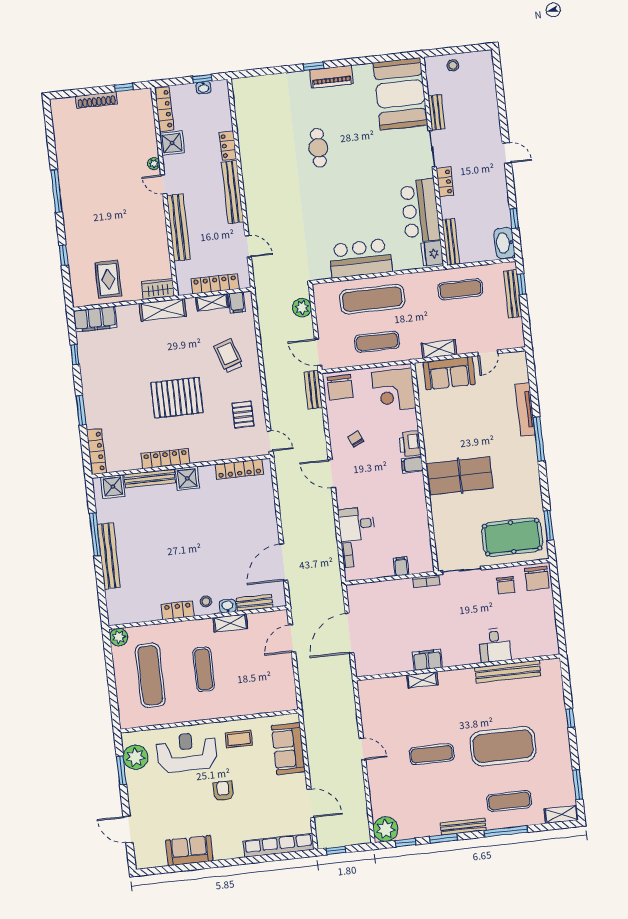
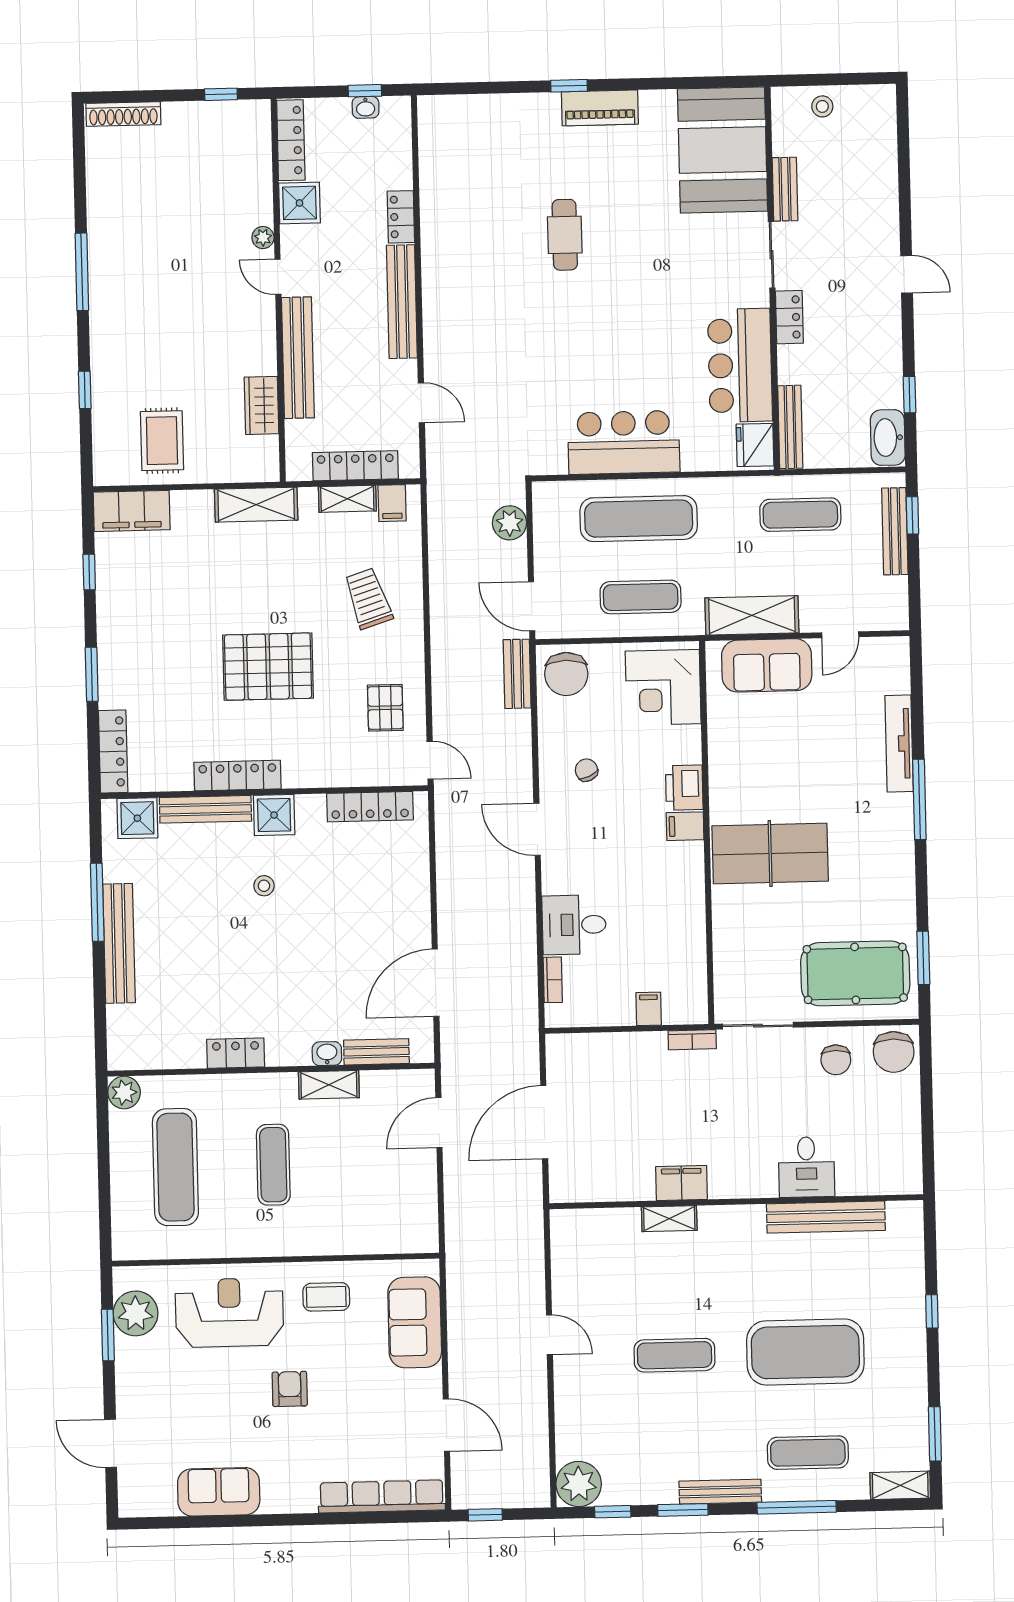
shoe rack: (96, 100) -> (123, 114), moved
wardrobe: (158, 289) -> (262, 405), moved, turned -90
shelving: (439, 349) -> (752, 615), width x1.50, depth x1.33
stool: (206, 601) -> (264, 886), moved

